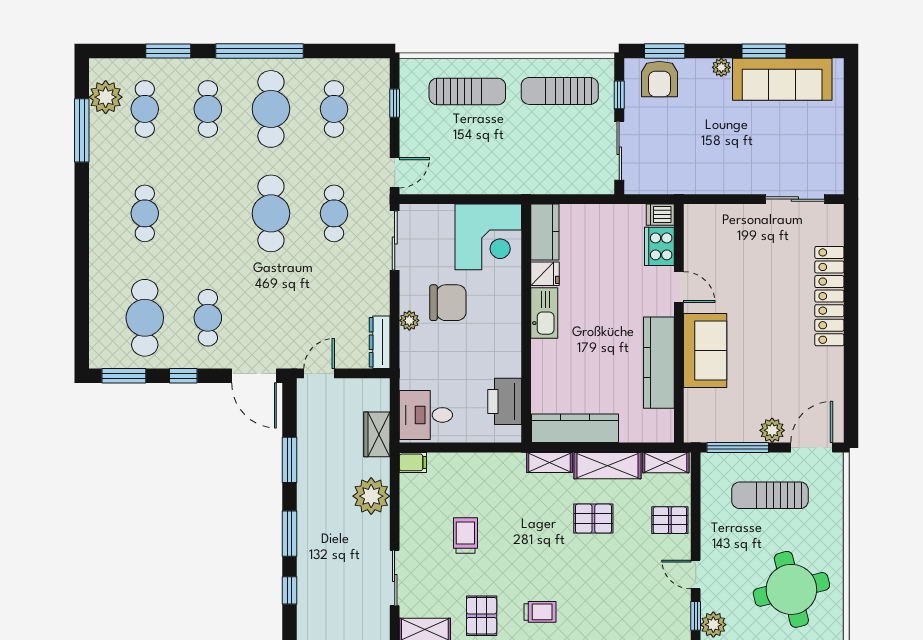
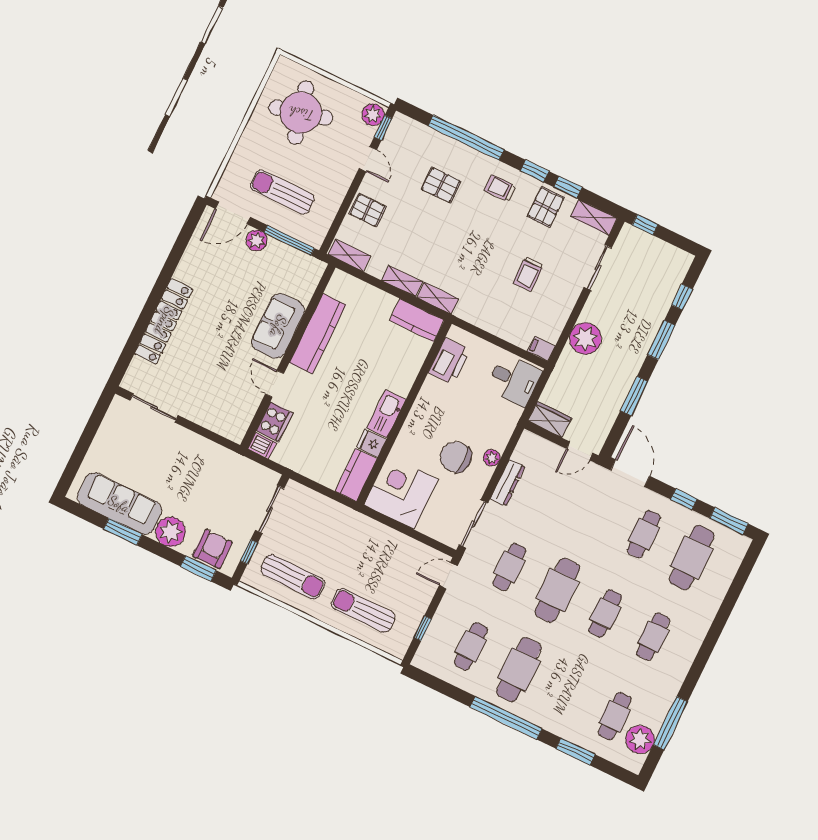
plant: (721, 67) -> (171, 532), width x1.88, depth x1.88
cafe table: (208, 109) -> (605, 613), moved
dresser: (380, 342) -> (508, 482), moved
kitchen counter: (575, 428) -> (417, 320), width x0.67
wardrobe: (377, 434) -> (550, 420), moved, turned -90
shelving: (608, 466) -> (402, 281), width x0.67, depth x0.75
sun lounger: (770, 495) -> (282, 192), turned 180
pallet: (593, 519) -> (441, 185), moved

